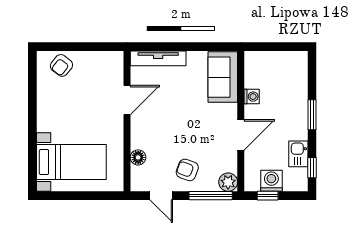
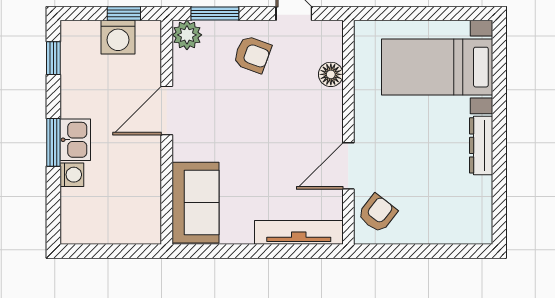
armchair: (61, 65) -> (377, 213), moved
washing machine: (252, 97) -> (72, 175), moved, turned 180
dresser: (44, 113) -> (481, 145), added
kitchen sink: (298, 154) -> (75, 140), moved
window: (211, 196) -> (215, 13), width x0.69

